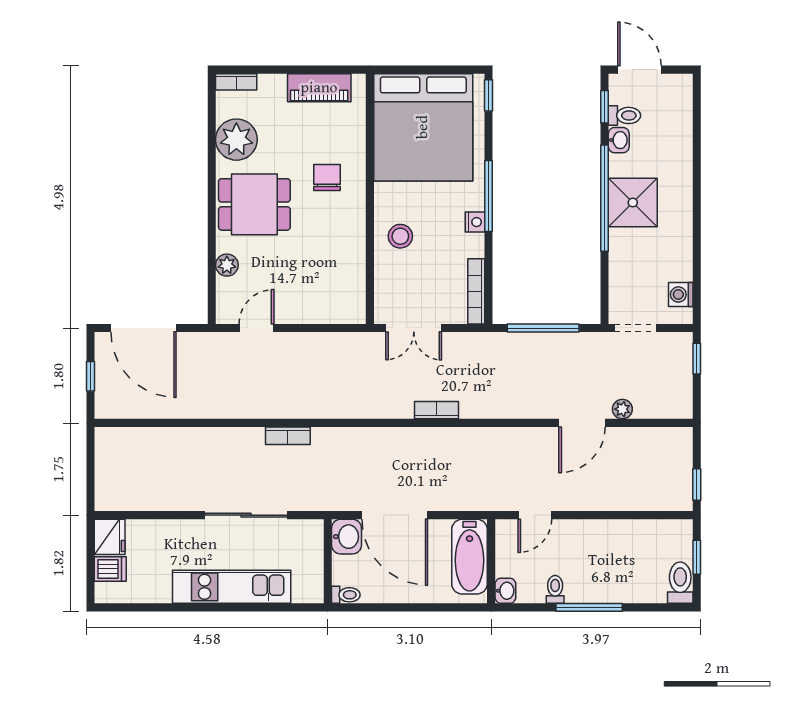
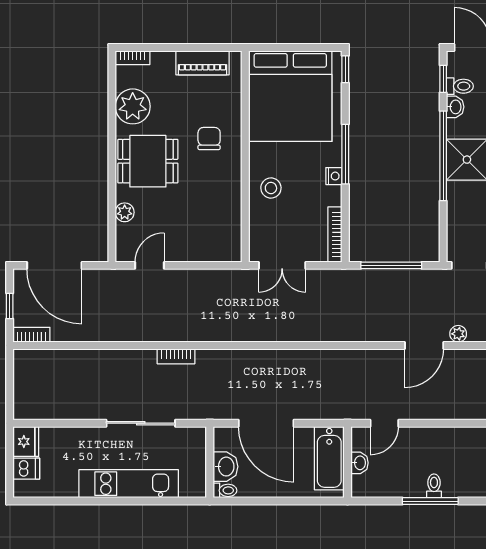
bookcase: (436, 410) -> (31, 335), moved
washbasin: (346, 537) -> (225, 467), moved
toilet: (555, 589) -> (434, 486), moved
washbasin: (505, 591) -> (360, 463), moved

